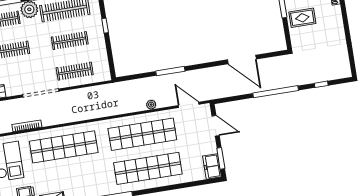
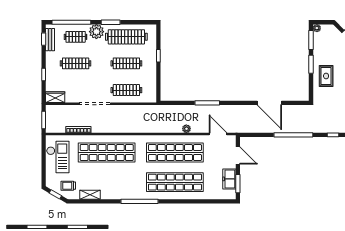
rug: (302, 18) -> (326, 76), turned 90
freezer: (212, 166) -> (229, 179), moved

